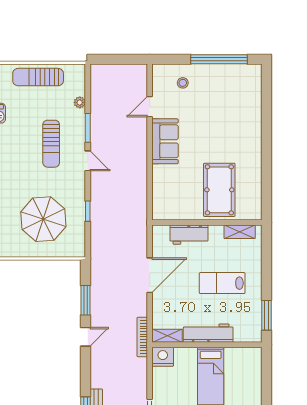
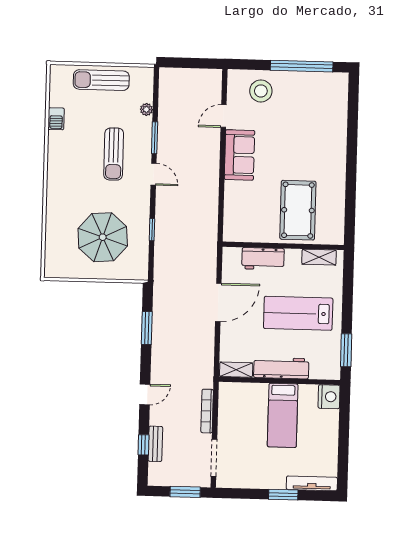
stool: (183, 83) -> (261, 91), width x1.89, depth x1.89
lab bench: (222, 283) -> (298, 313), width x1.36, depth x1.39
door: (85, 337) -> (145, 394), moved
bookcase: (142, 337) -> (207, 411), moved
nightstand: (163, 357) -> (329, 397), moved, turned 90

